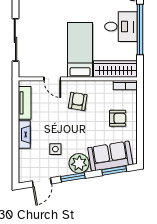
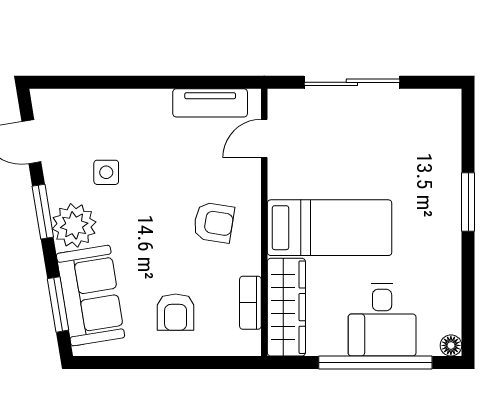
door: (52, 79) -> (264, 139), moved
bookcase: (125, 85) -> (250, 303), moved
fireplace: (24, 135) -> (139, 102), removed

